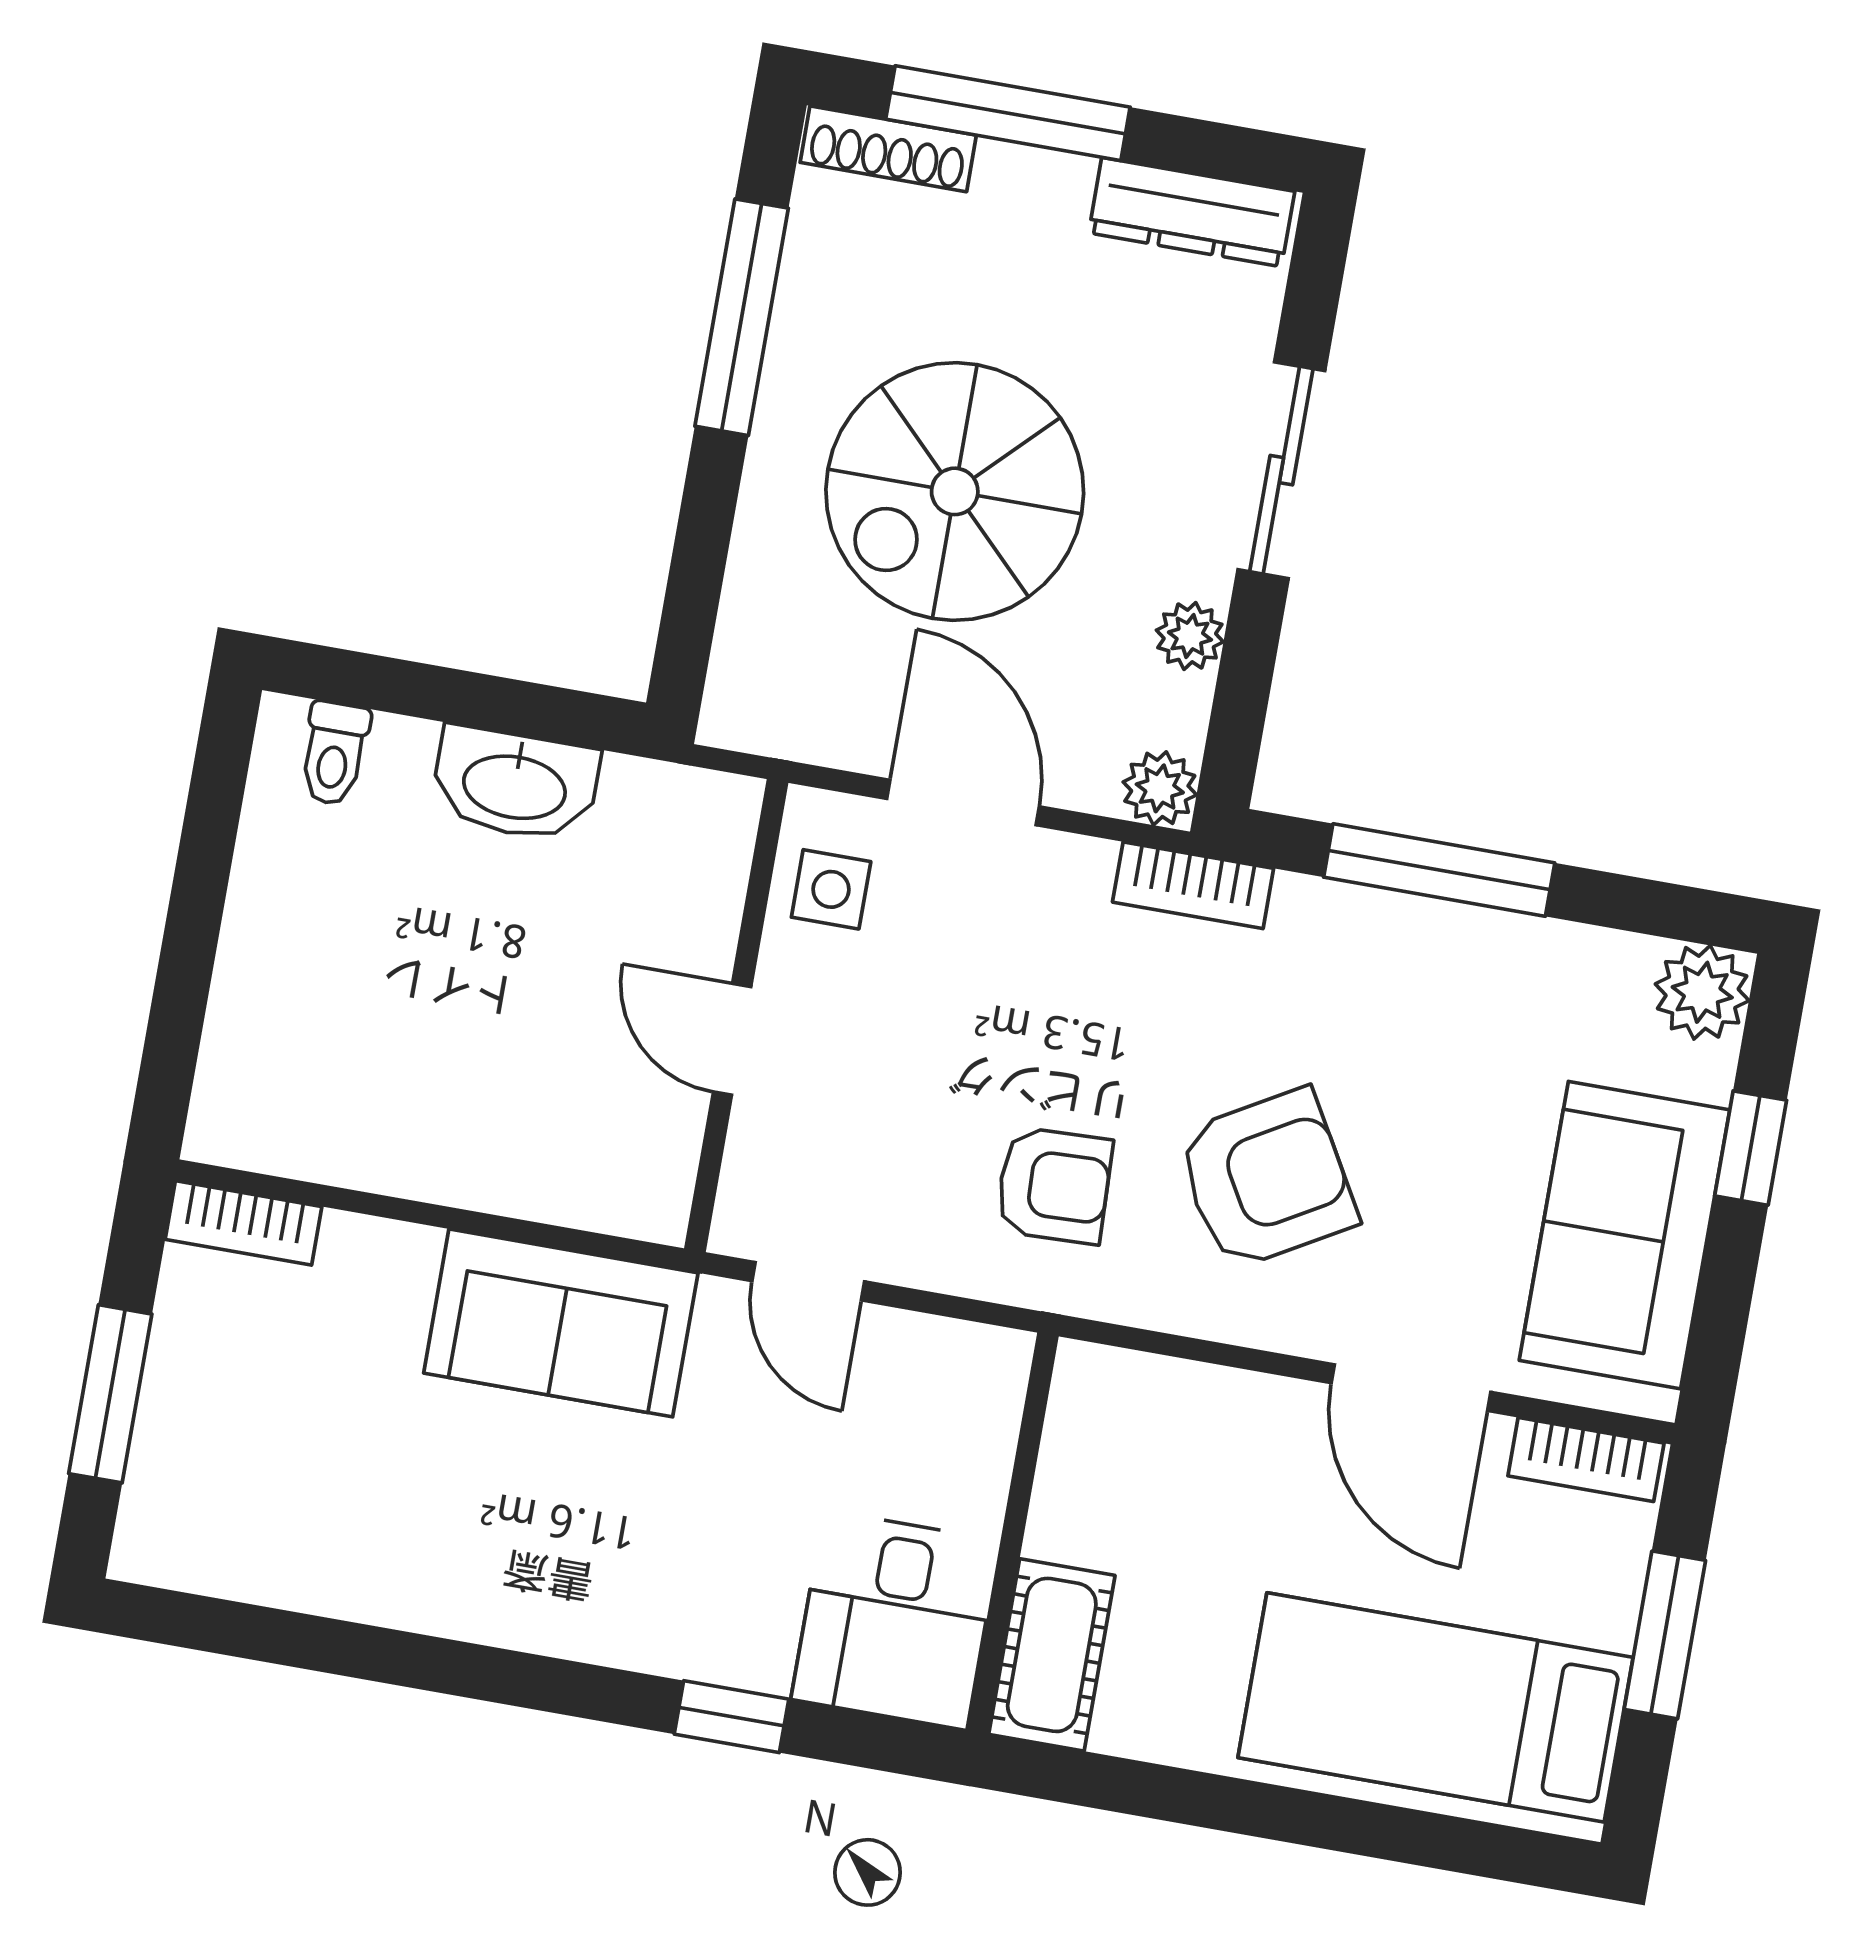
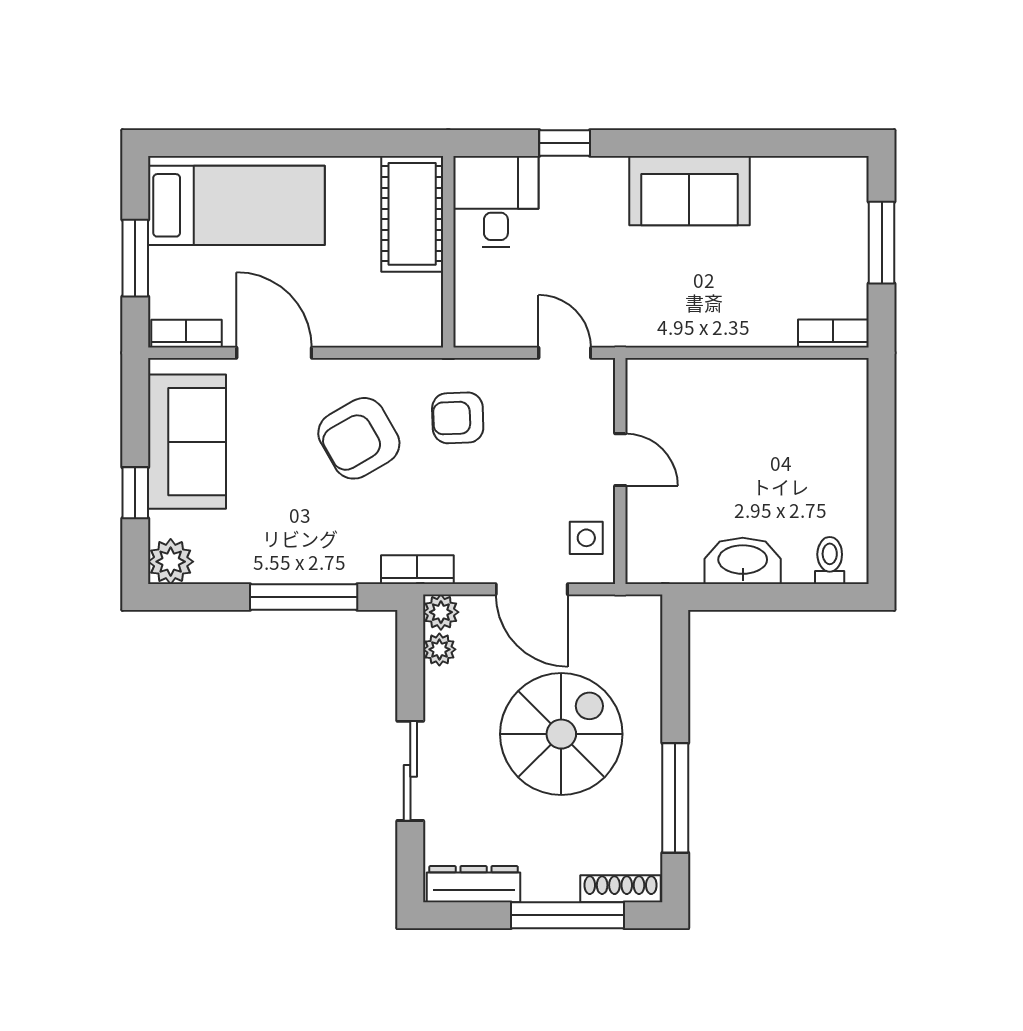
plant: (1190, 636) -> (439, 649), moved
sofa: (561, 1323) -> (689, 191), moved, turned 180
cot: (1052, 1655) -> (412, 214), width x1.37, depth x1.34

